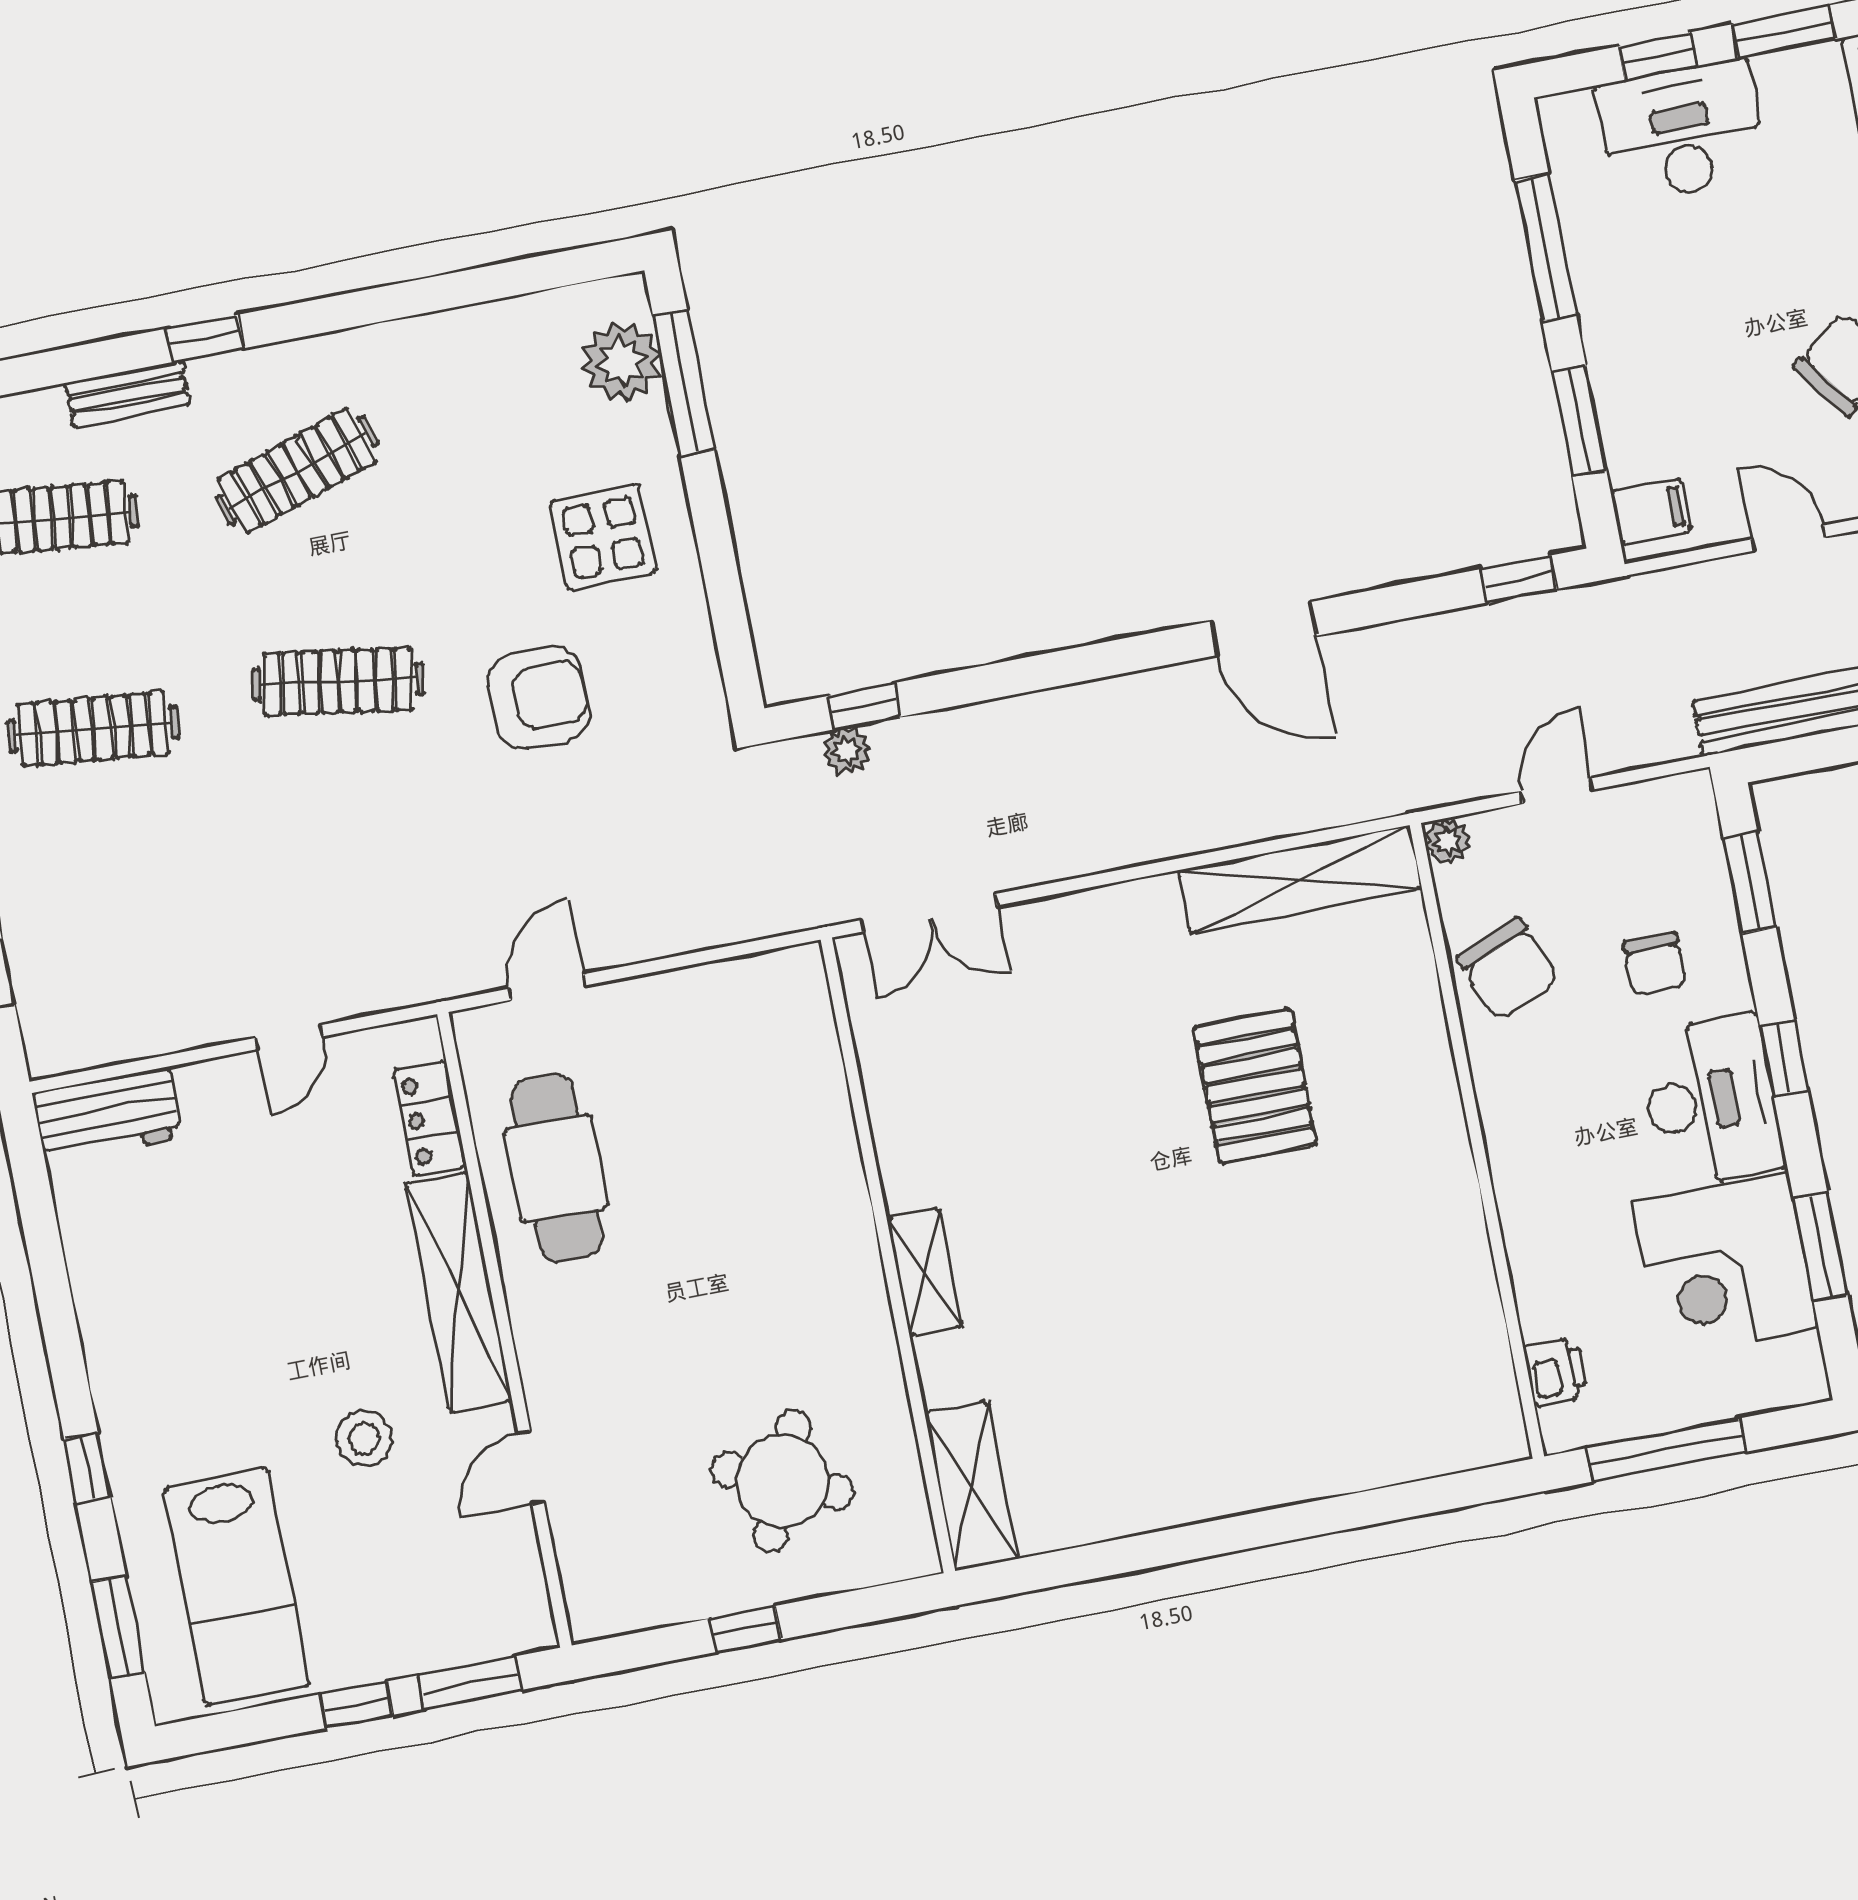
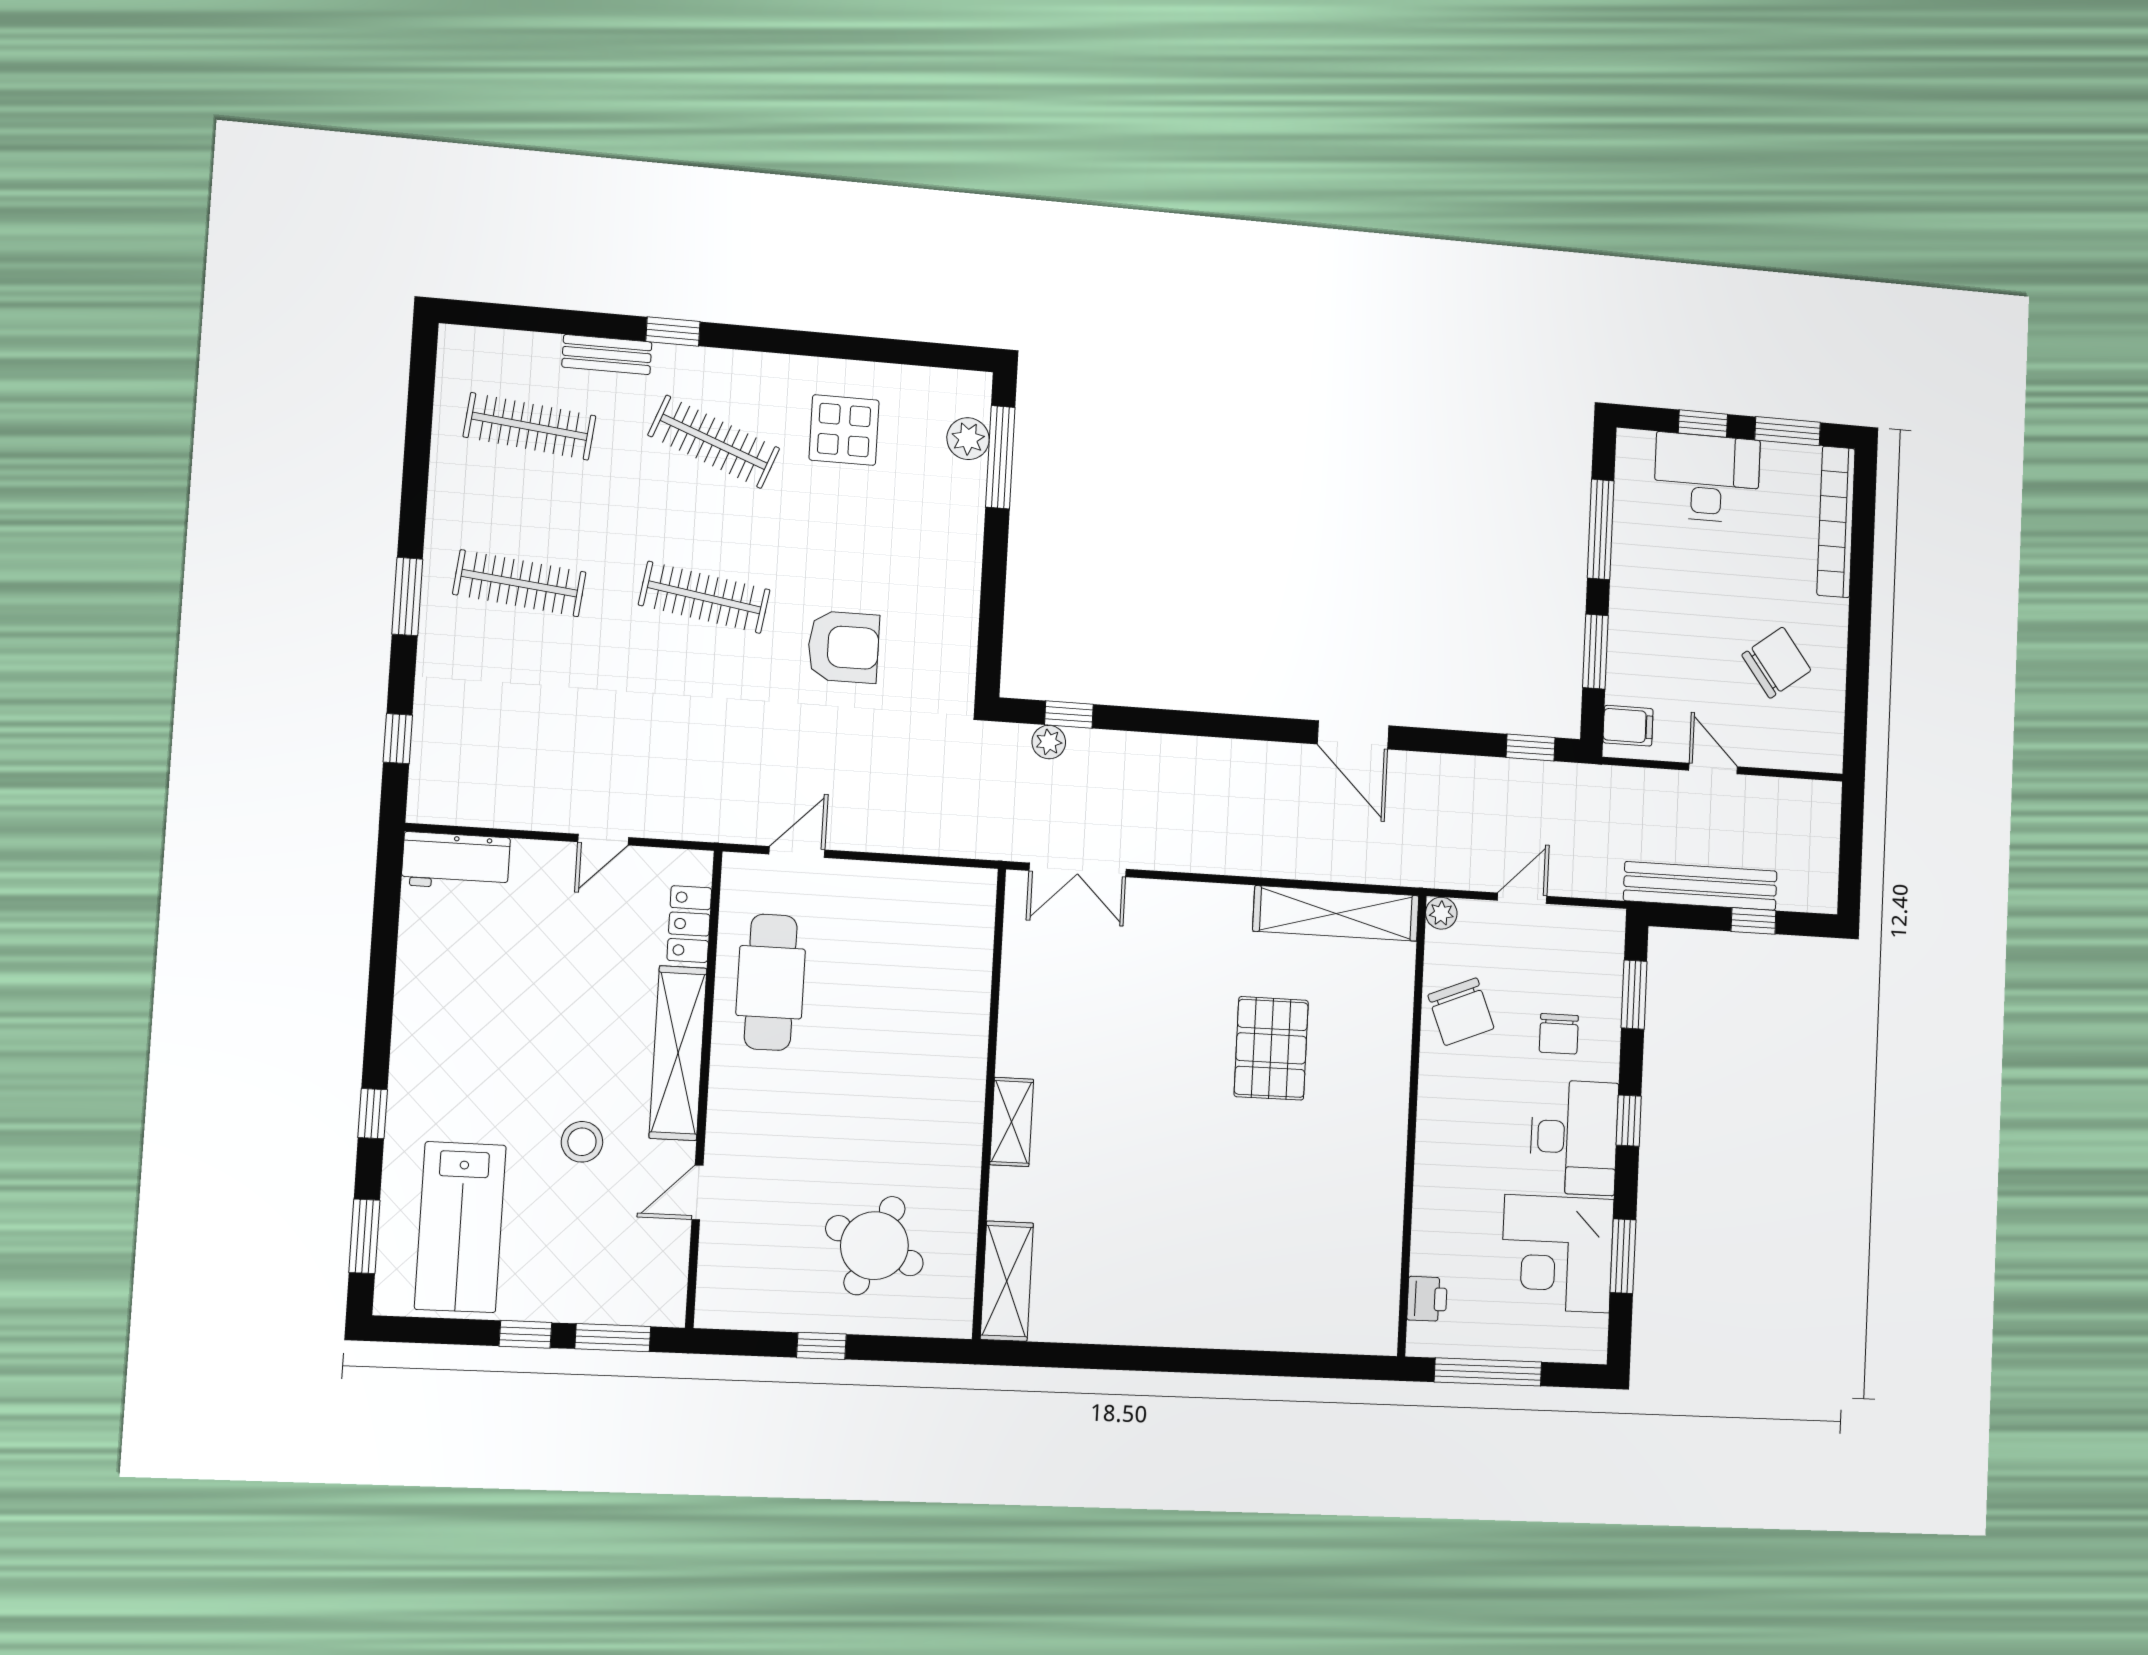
plant: (621, 362) -> (968, 439), width x0.73, depth x0.73
clothes rail: (297, 471) -> (714, 442), turned 39
display table: (603, 537) -> (844, 430), moved

